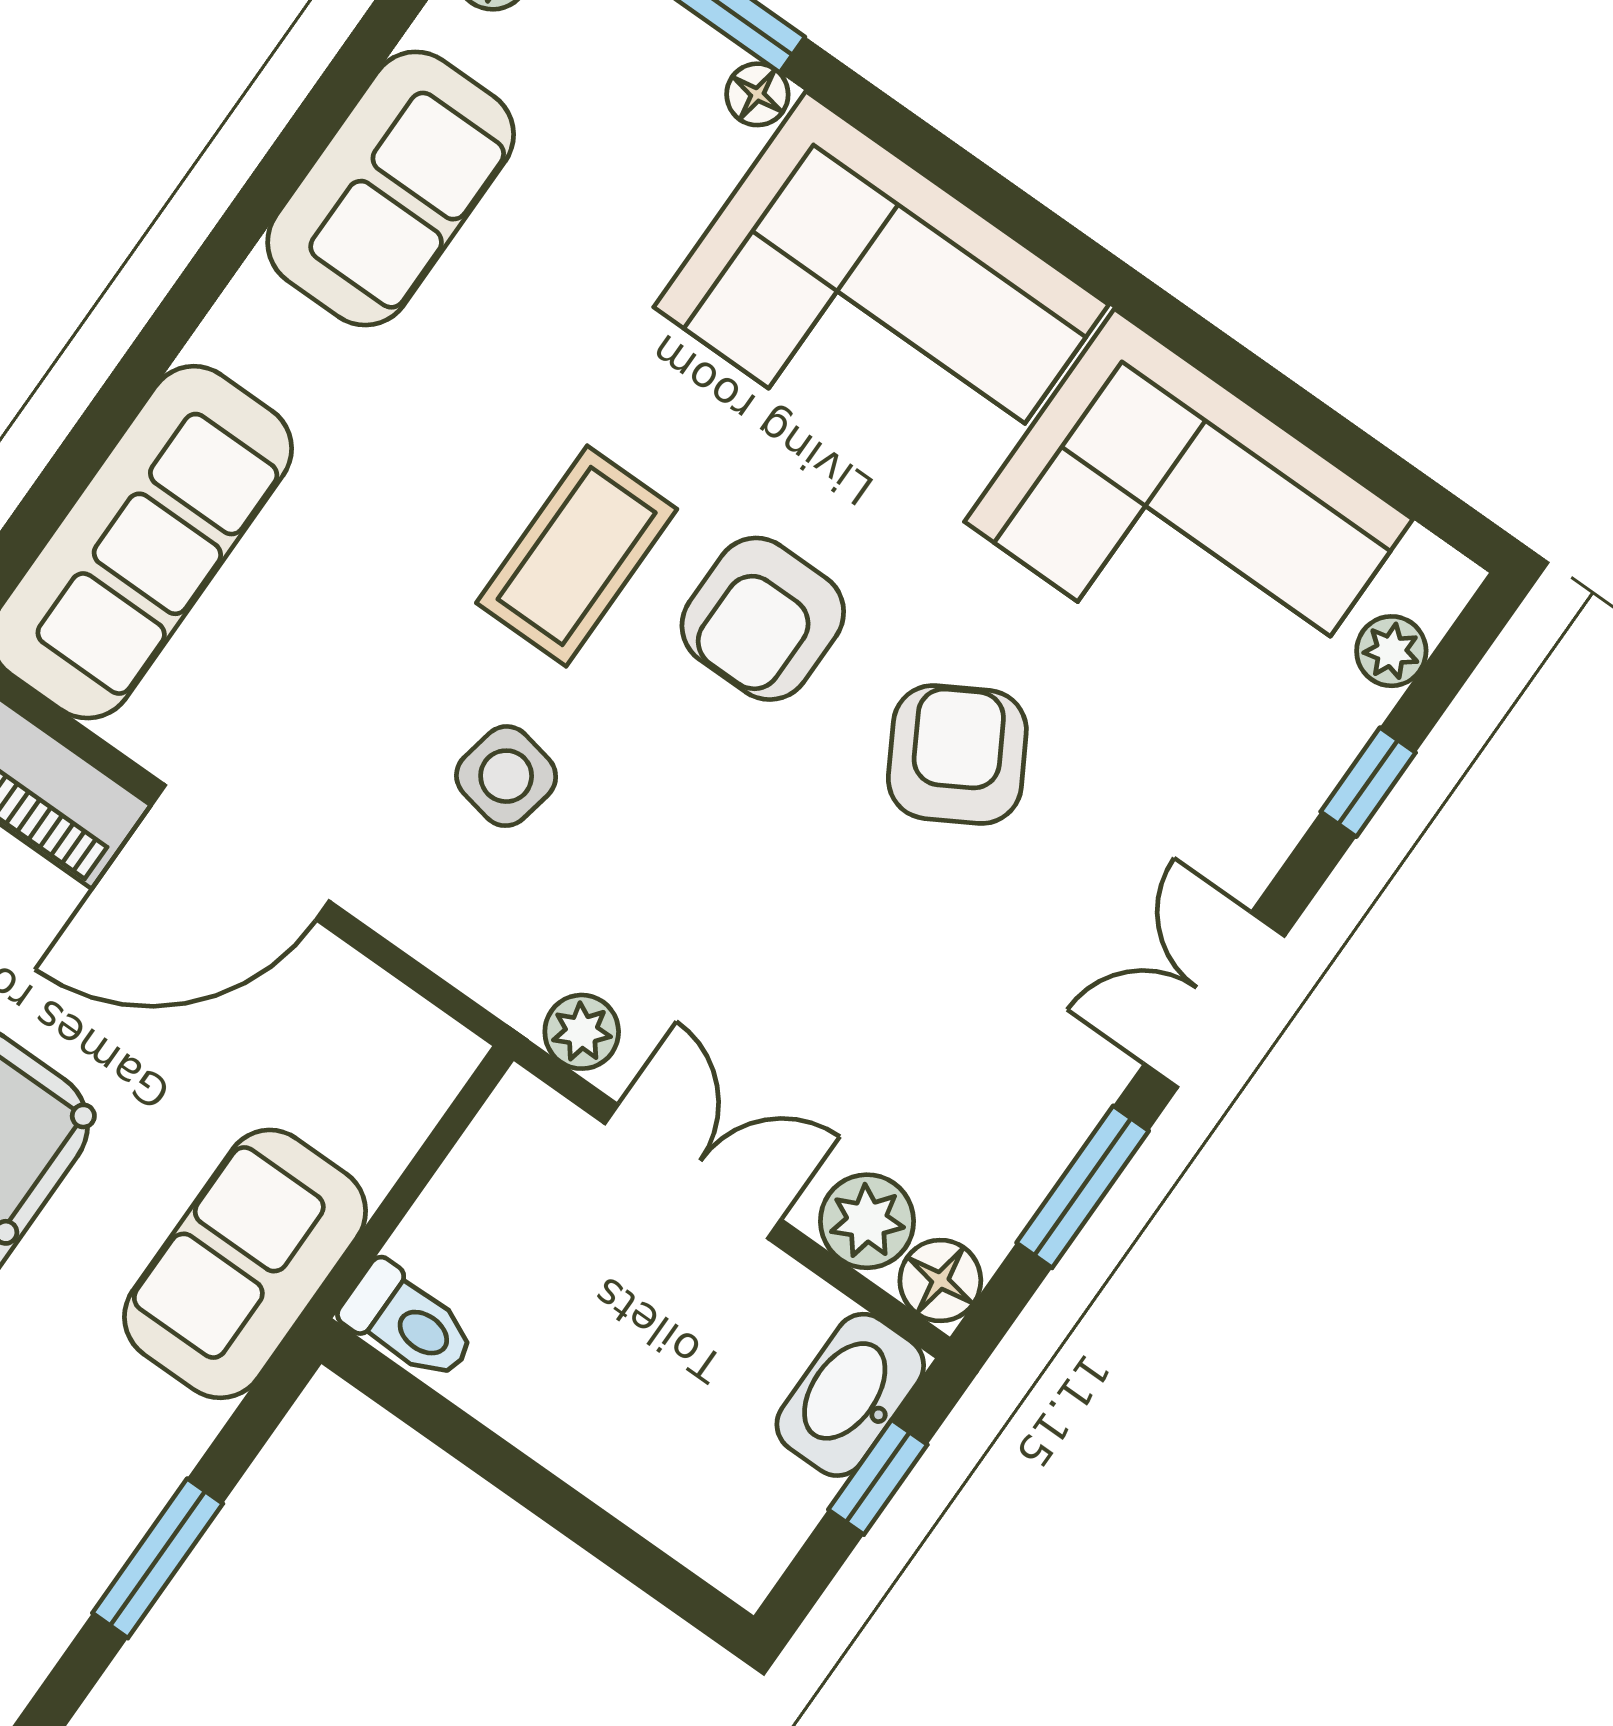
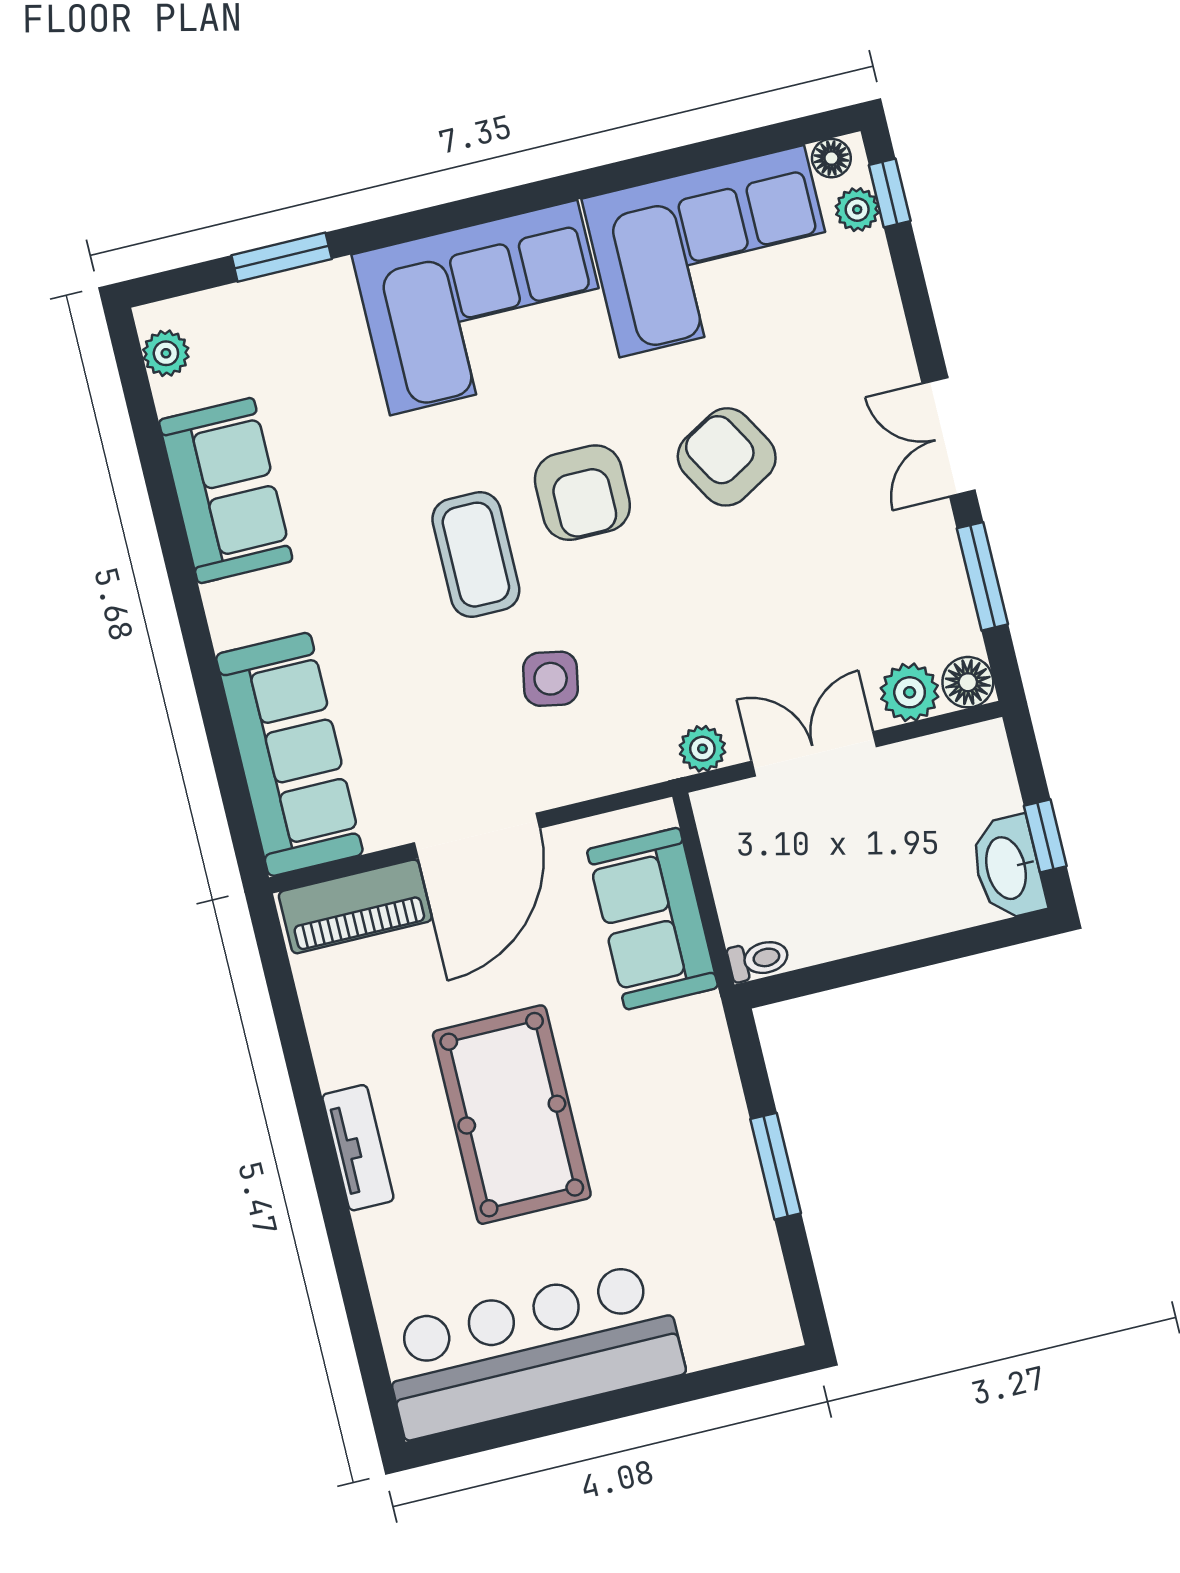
floor lamp: (757, 94) -> (831, 158), moved
window: (1368, 782) -> (890, 193), moved
sofa: (245, 1264) -> (652, 919), moved
toilet: (409, 1322) -> (759, 959), width x0.73, depth x0.72
washbasin: (850, 1395) -> (1008, 868), moved
window: (878, 1477) -> (1045, 836), moved

